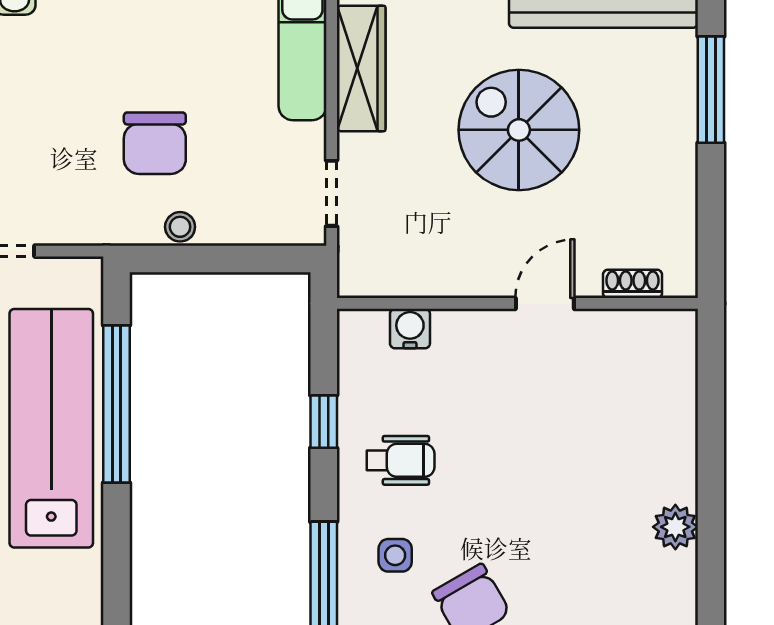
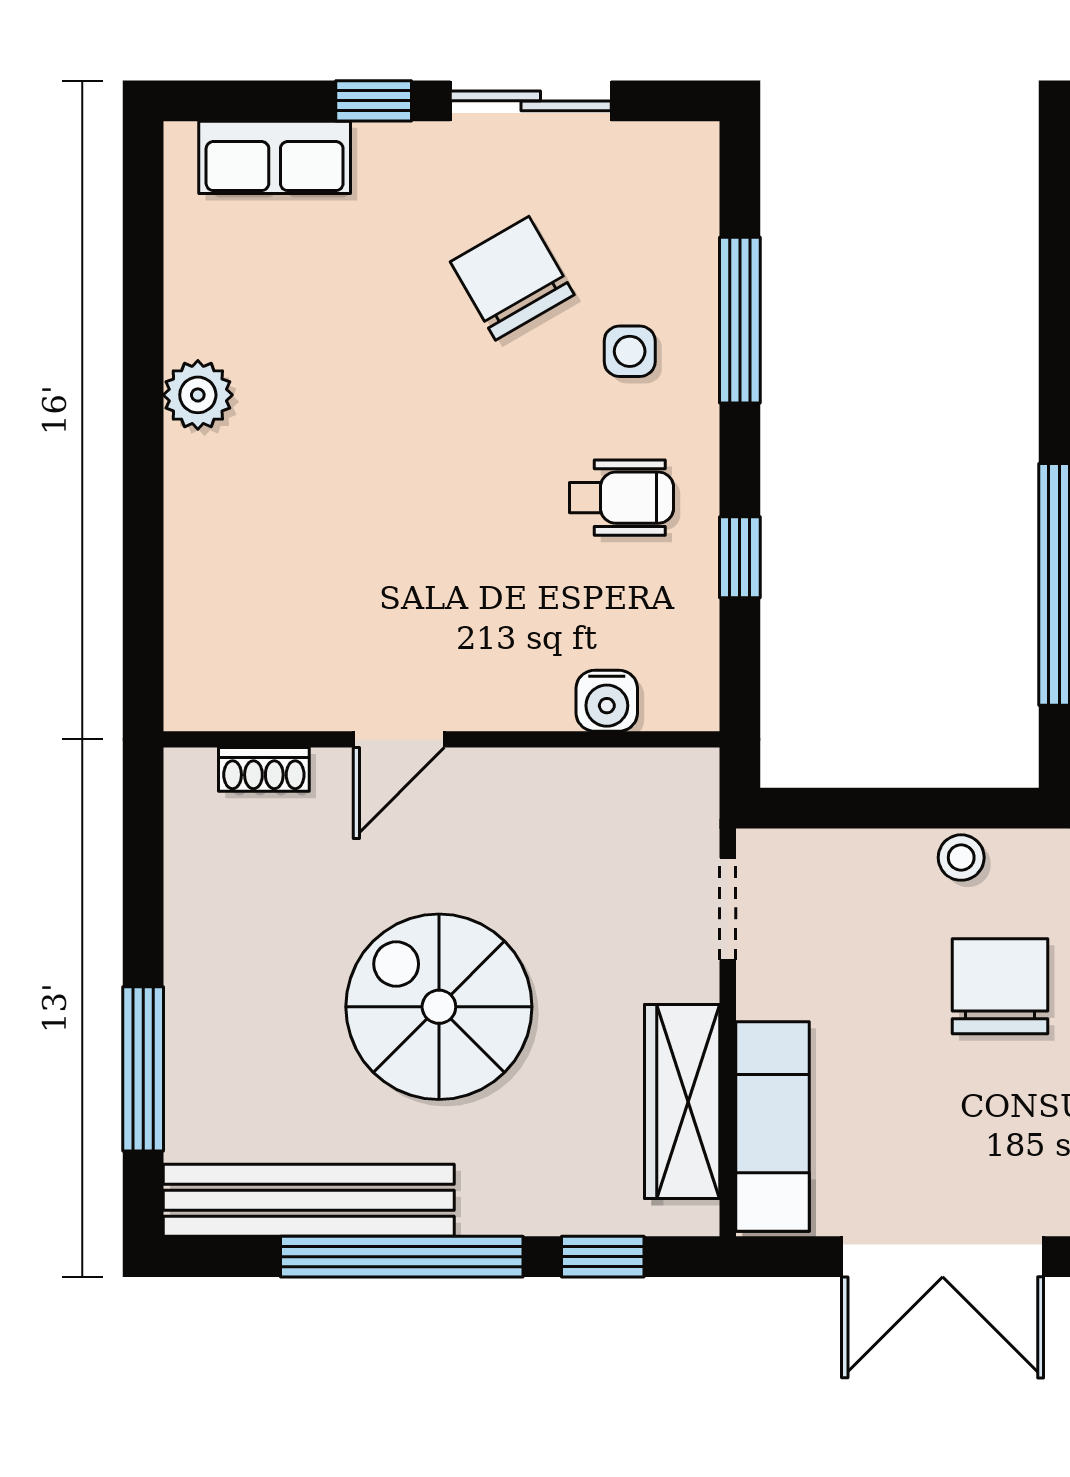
spiral stairs: (519, 130) -> (439, 1007), turned 180
wheelchair: (401, 460) -> (621, 498), turned 180

